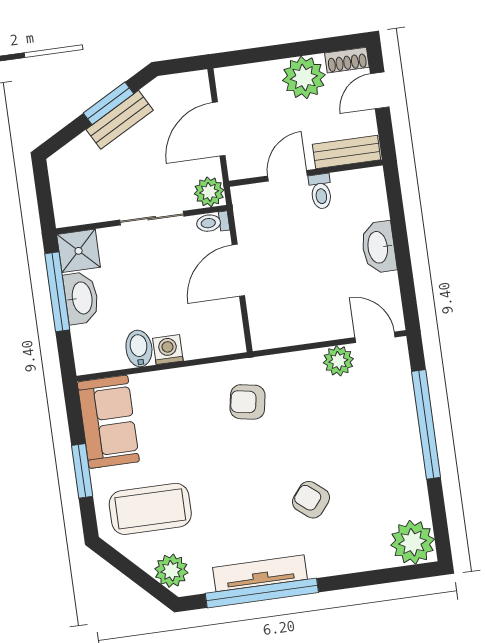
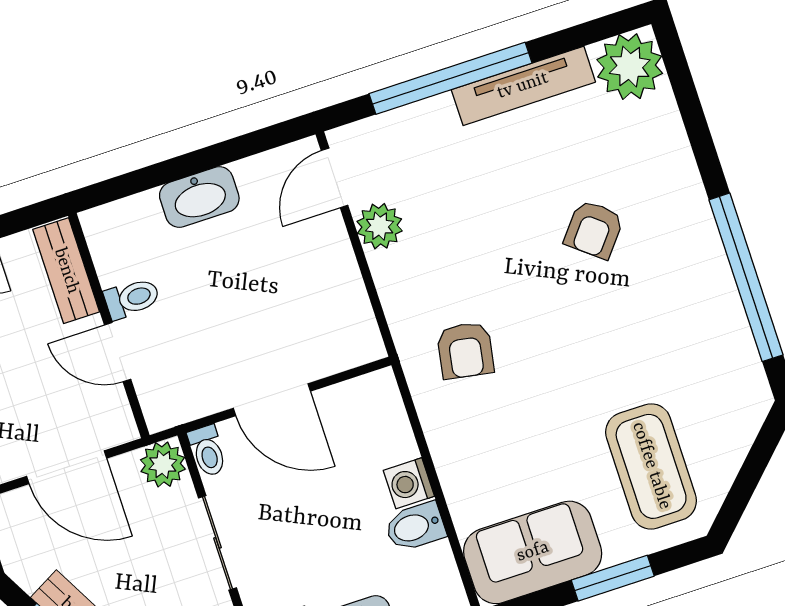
plant: (171, 571) -> (737, 418), removed
tv unit: (260, 573) -> (523, 86), moved, turned -90

